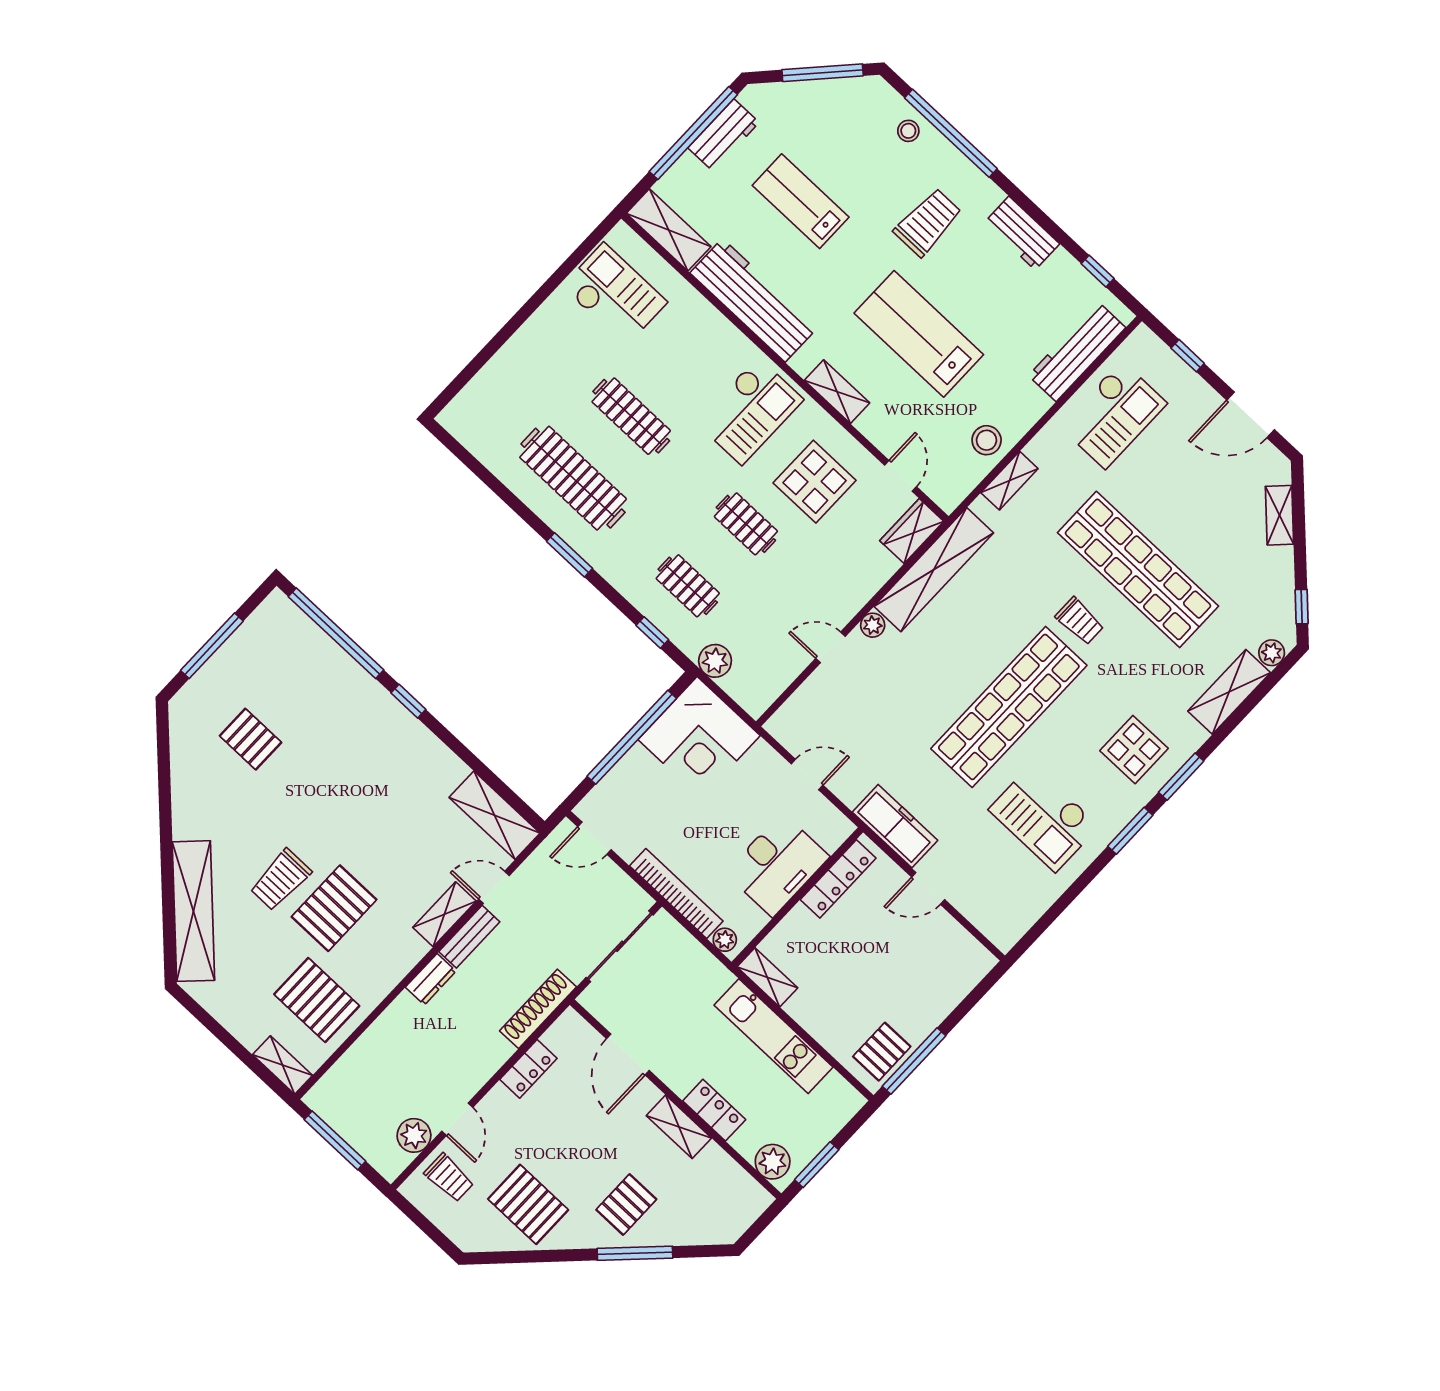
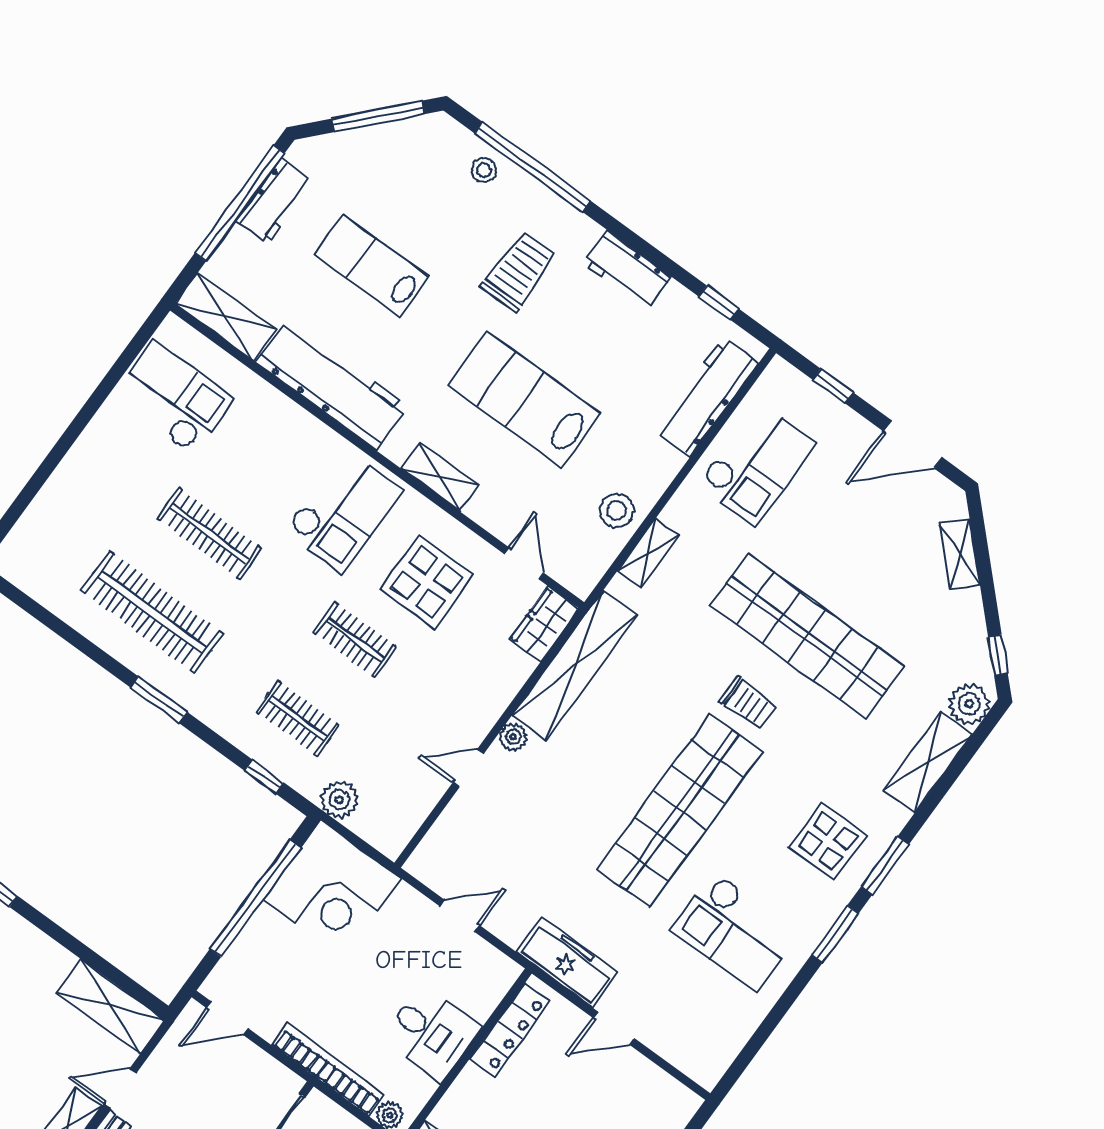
plant: (1272, 653) -> (969, 704), width x1.38, depth x1.38
desk: (777, 865) -> (431, 1033), width x0.73

